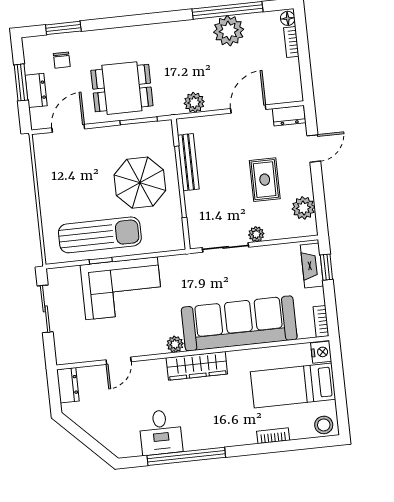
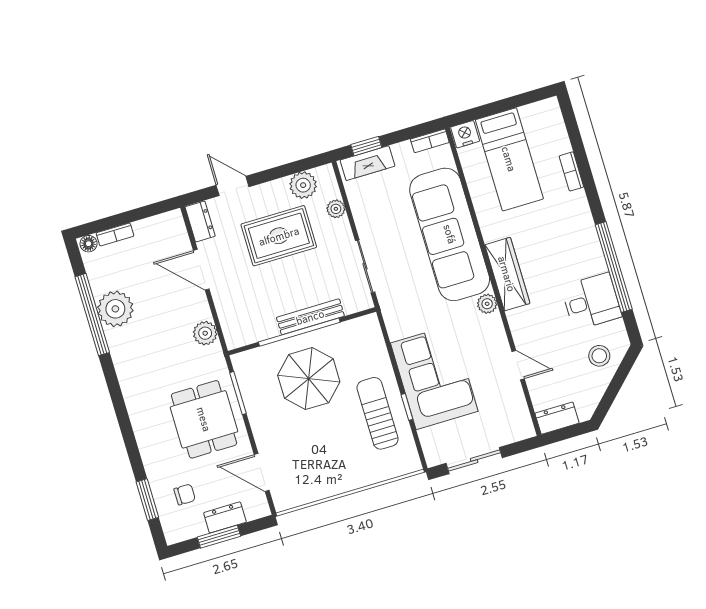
bench: (188, 162) -> (310, 317), moved
rug: (265, 180) -> (279, 236), width x1.36, depth x1.43
plant: (256, 234) -> (336, 209), moved
sun lounger: (100, 235) -> (378, 413), width x0.73, depth x0.75
stool: (324, 425) -> (599, 356), moved

